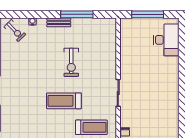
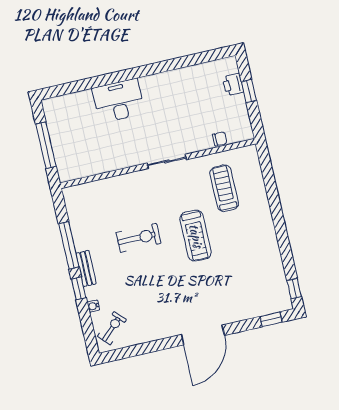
window: (47, 14) -> (79, 288), added
desk: (166, 40) -> (119, 101), moved

